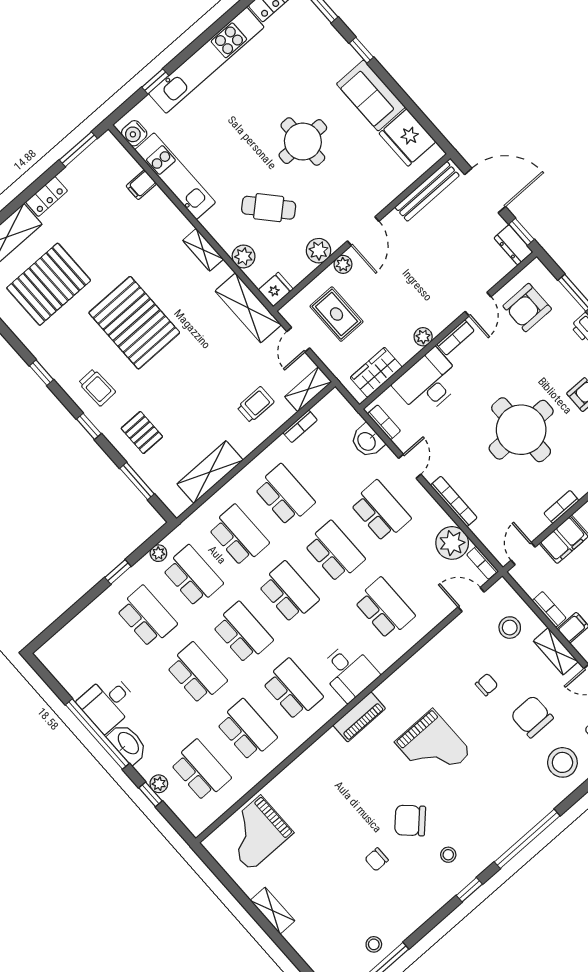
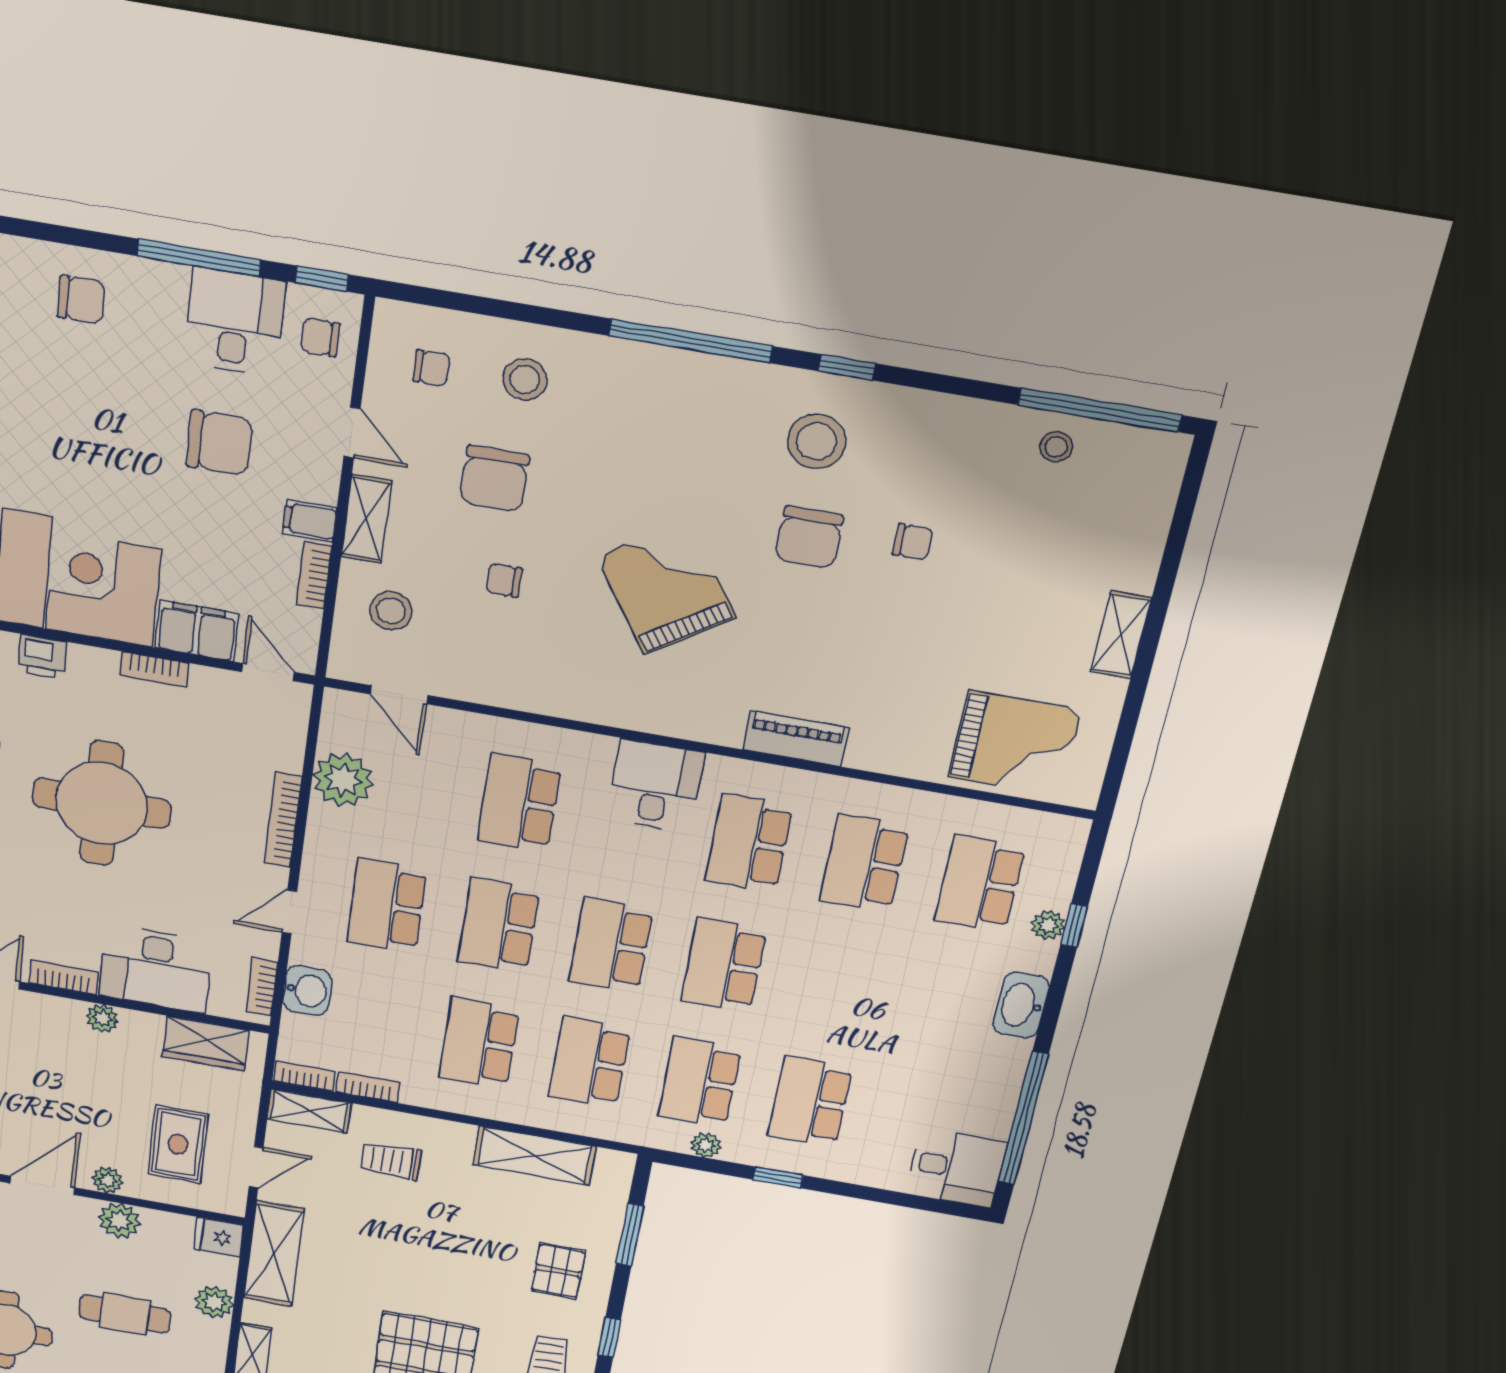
cafe table: (269, 208) -> (125, 1314), turned -48
door: (523, 554) -> (268, 672), swing flipped
bookcase: (482, 563) -> (304, 1076), moved, turned -90
school desk: (197, 673) -> (837, 985), removed
desk: (108, 703) -> (956, 1168), moved
piano: (359, 717) -> (796, 739), moved
window: (97, 734) -> (1023, 1119), moved
grand piano: (433, 747) -> (666, 587), turned -34
stool: (562, 762) -> (525, 379), width x0.73, depth x0.73
chair: (410, 820) -> (809, 537), turned 46
stool: (448, 855) -> (816, 441), width x1.89, depth x1.89

